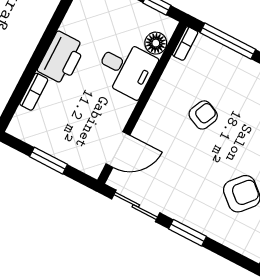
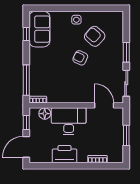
printer: (62, 58) -> (64, 154), moved
desk: (126, 69) -> (69, 121), width x1.37
armchair: (203, 115) -> (80, 58), moved

